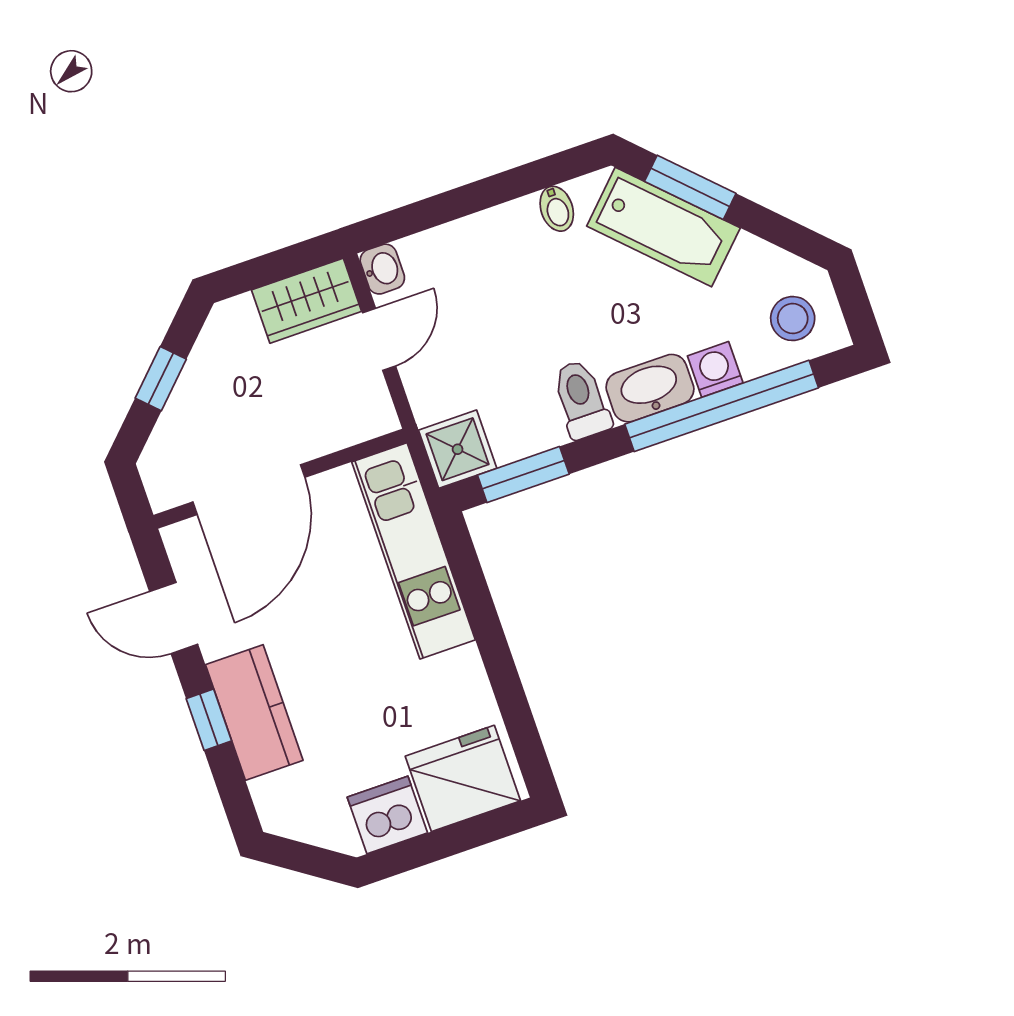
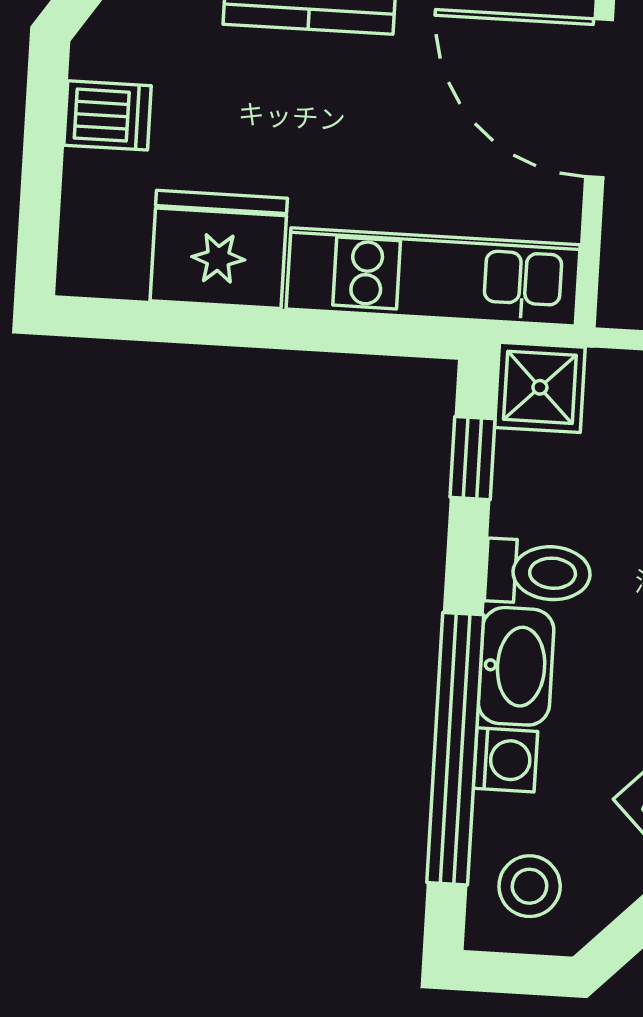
window: (523, 475) -> (472, 458), width x0.67
fridge: (463, 778) -> (219, 249), moved, turned -90
dishwasher: (387, 815) -> (108, 115), width x0.73

